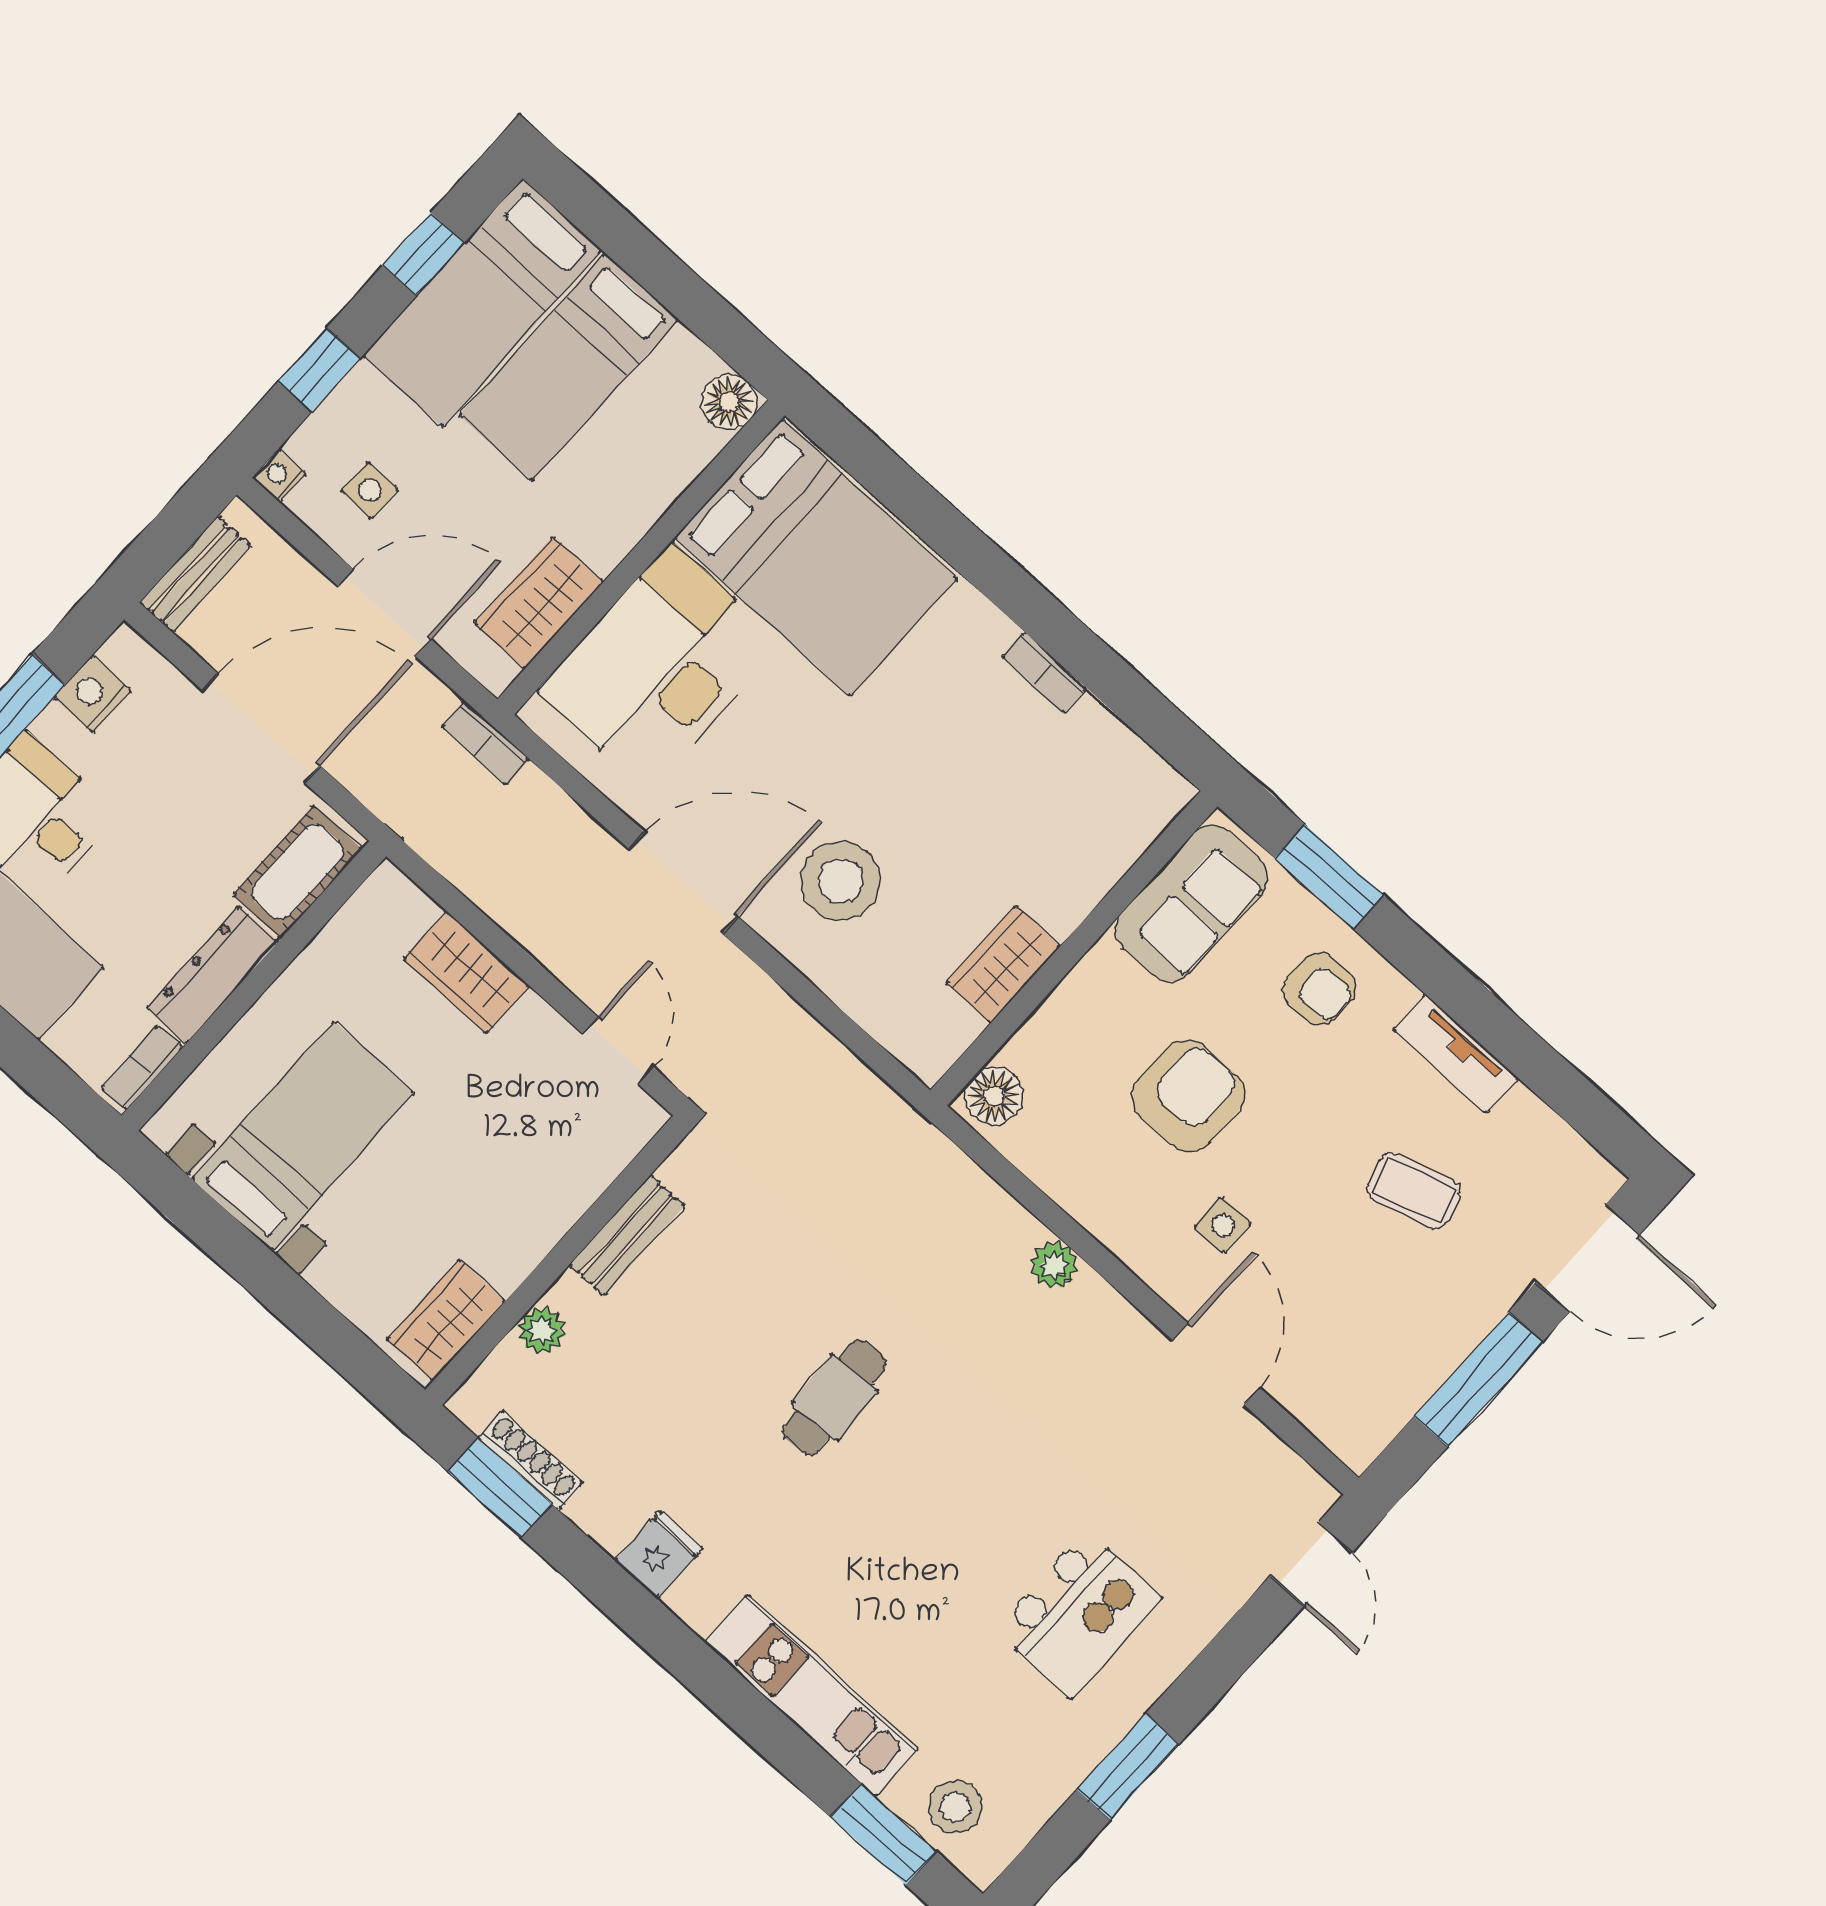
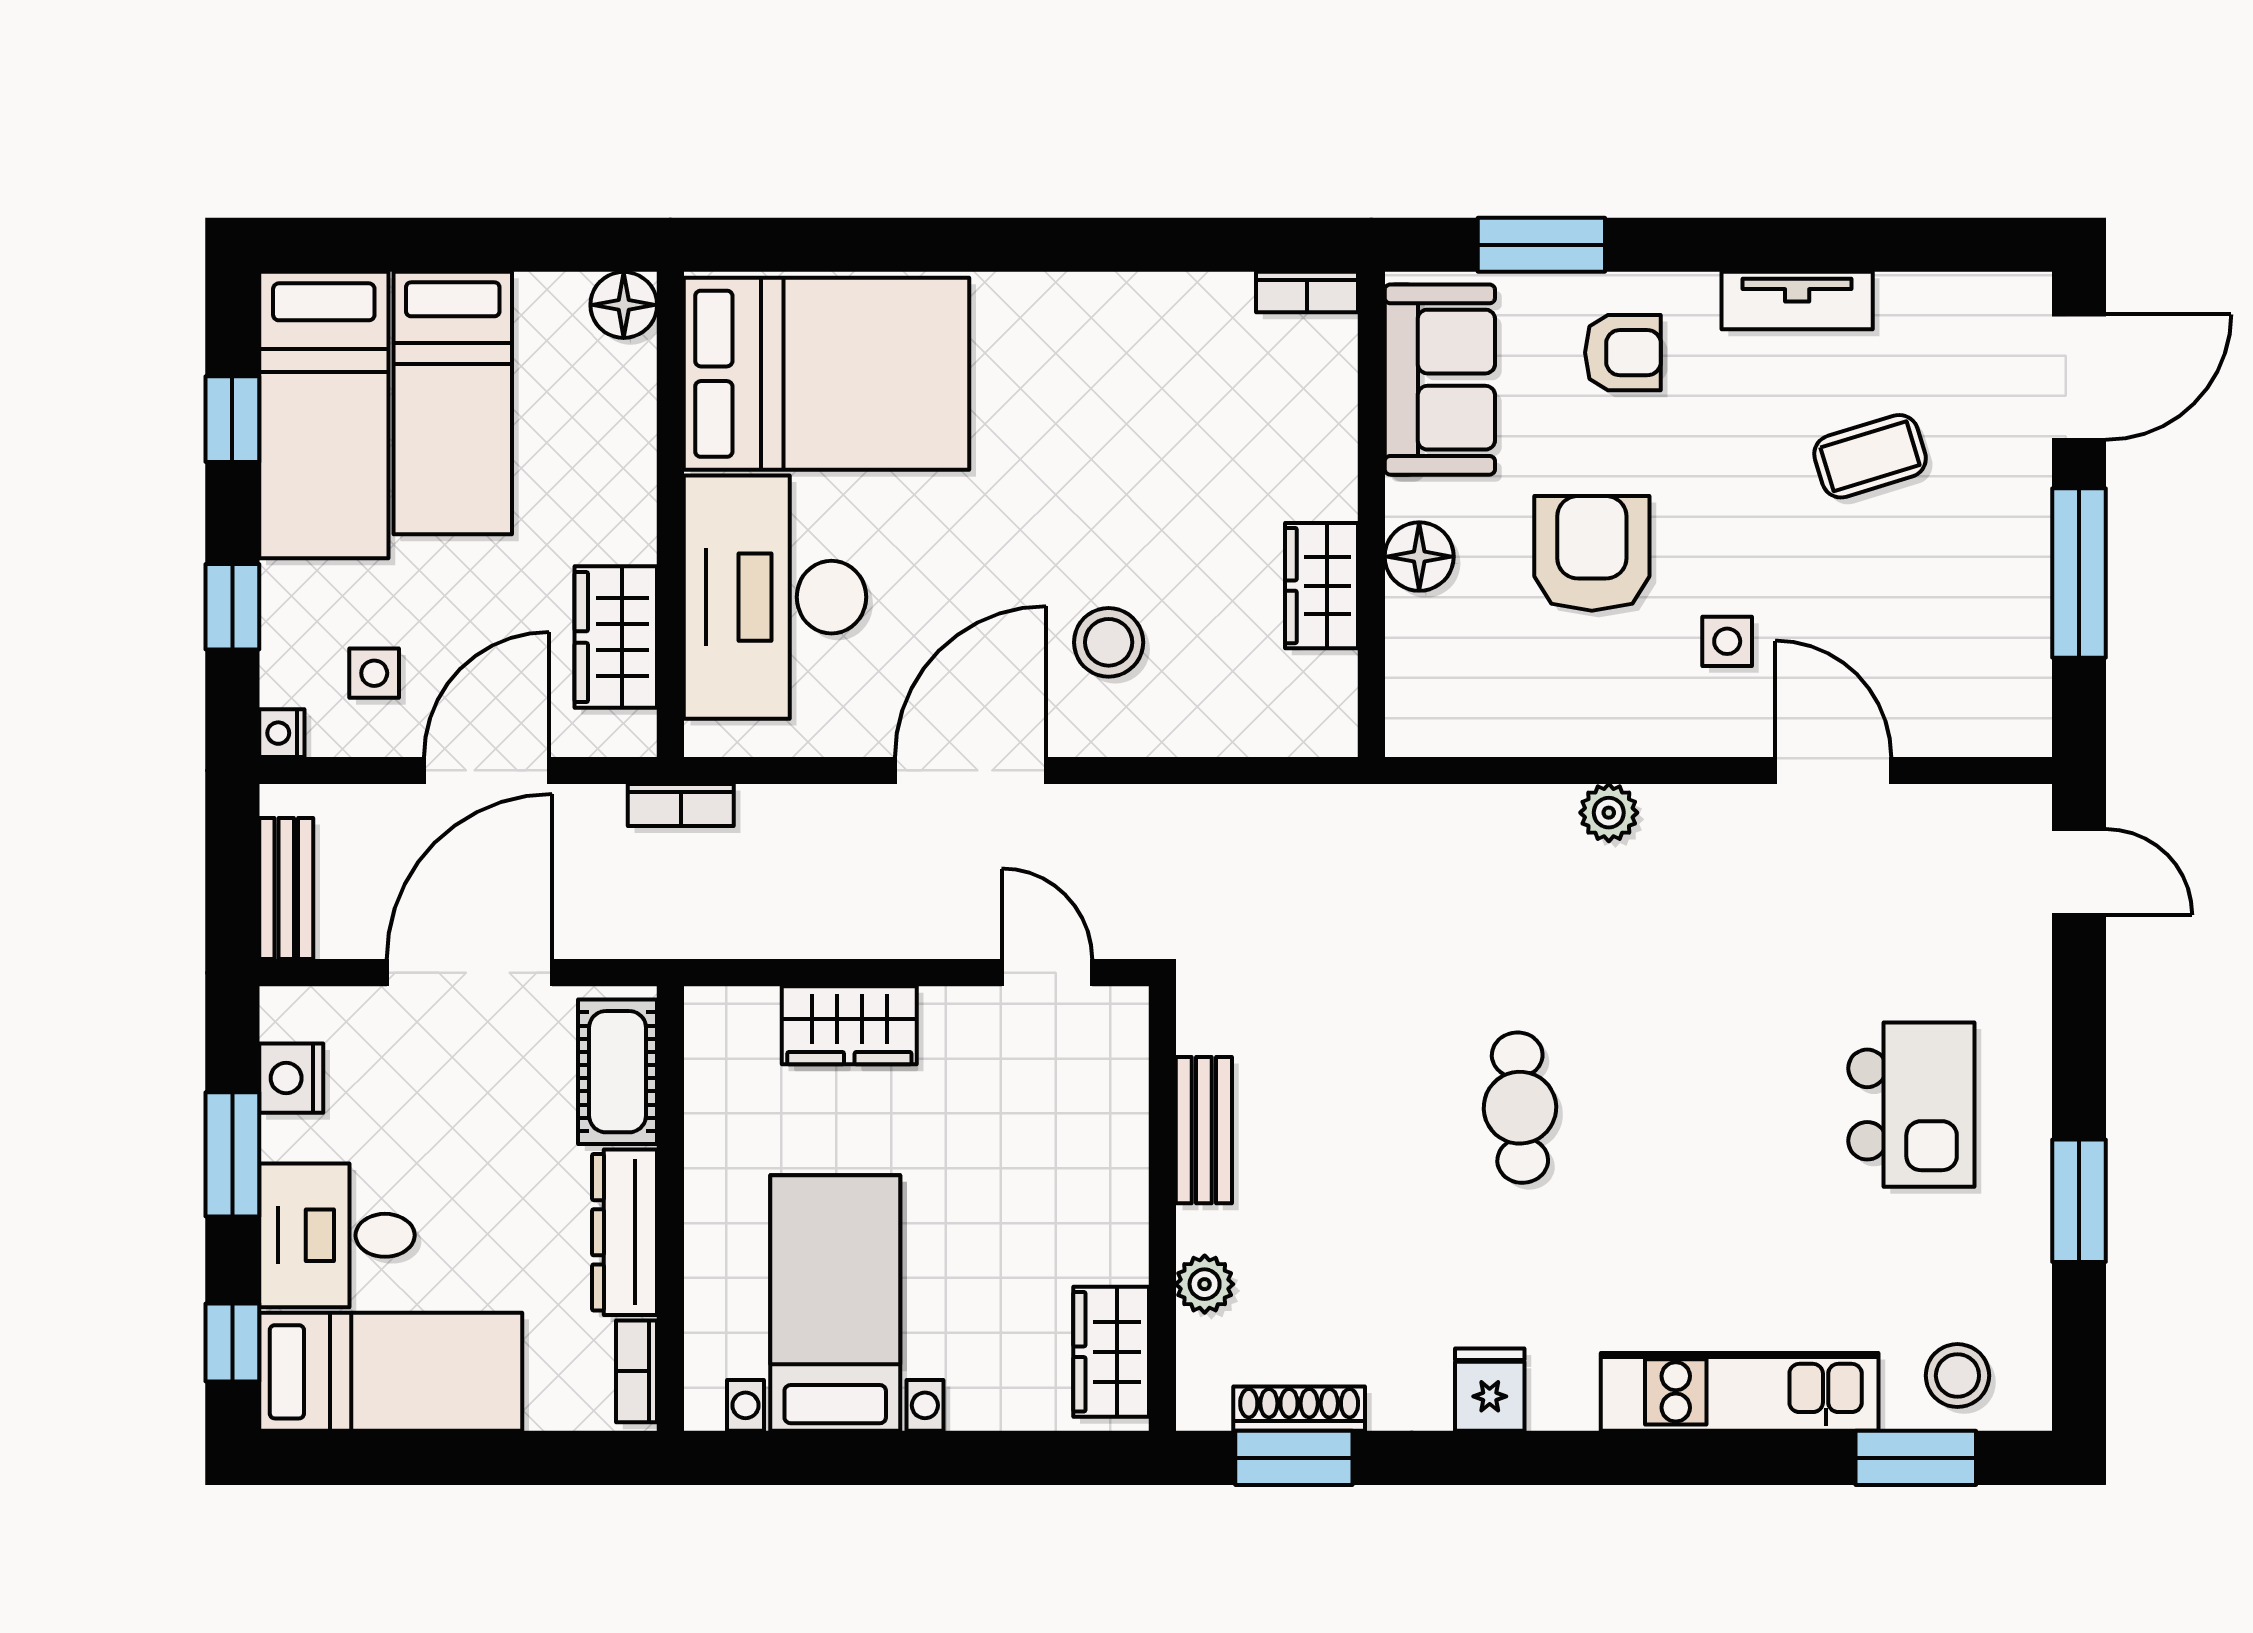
bookcase: (1044, 672) -> (1307, 292), moved
stool: (840, 881) -> (1109, 642), width x0.73, depth x0.73
floor lamp: (994, 1096) -> (1419, 557), moved

